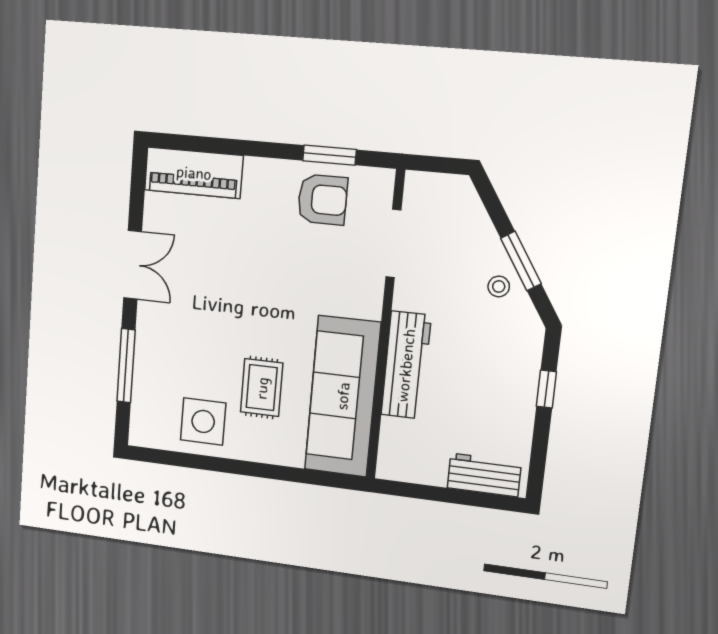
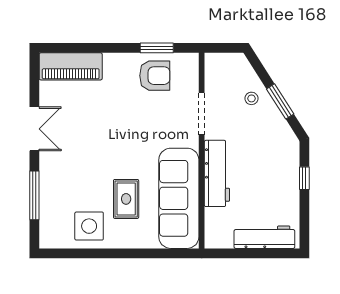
doorway: (393, 243) -> (202, 114), moved
stool: (499, 286) -> (251, 98), moved
workbench: (484, 475) -> (264, 237), width x1.38

